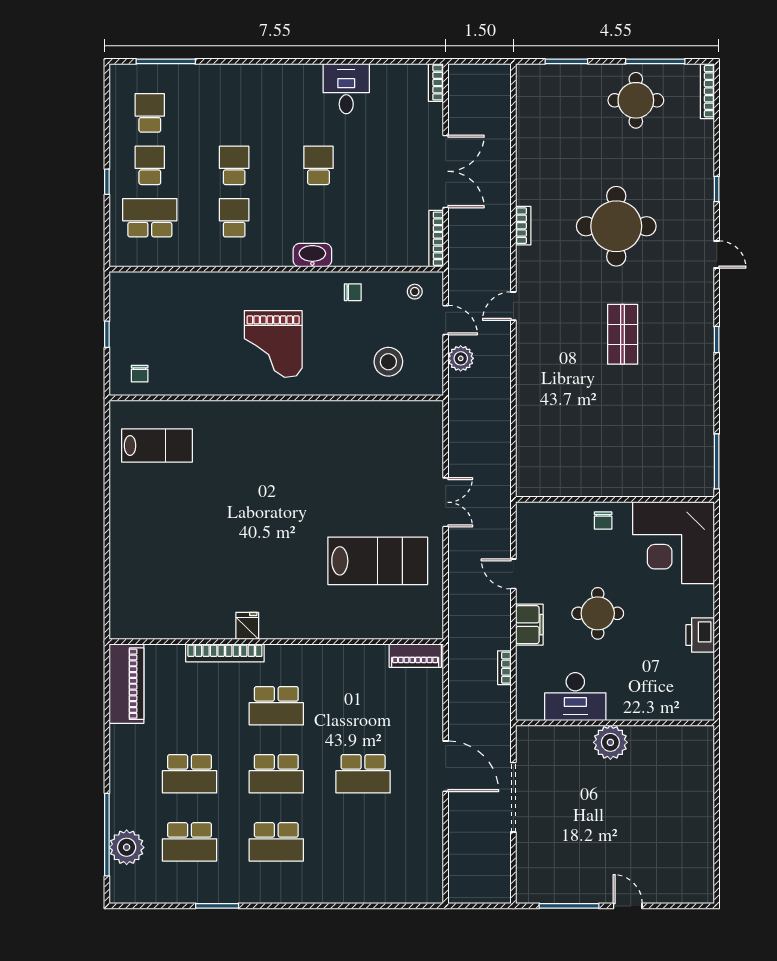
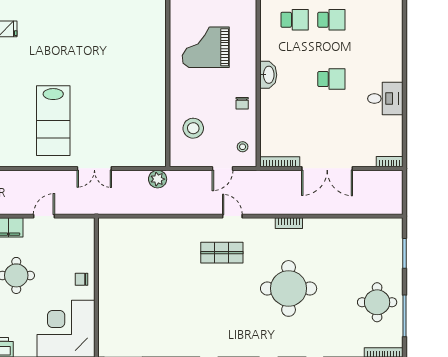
shop shelf: (623, 334) -> (222, 253), moved
plant: (461, 358) -> (158, 179), moved

